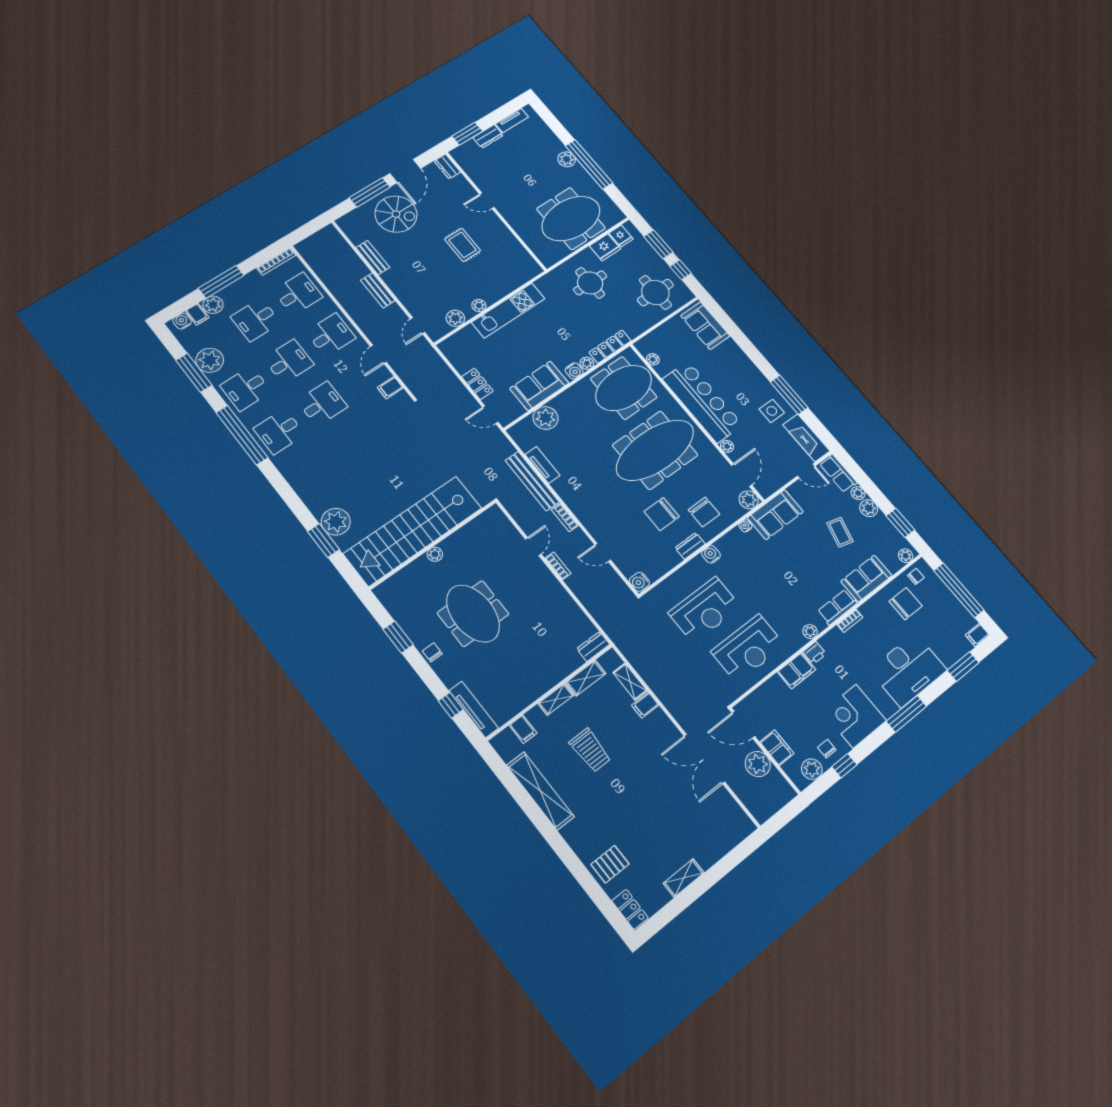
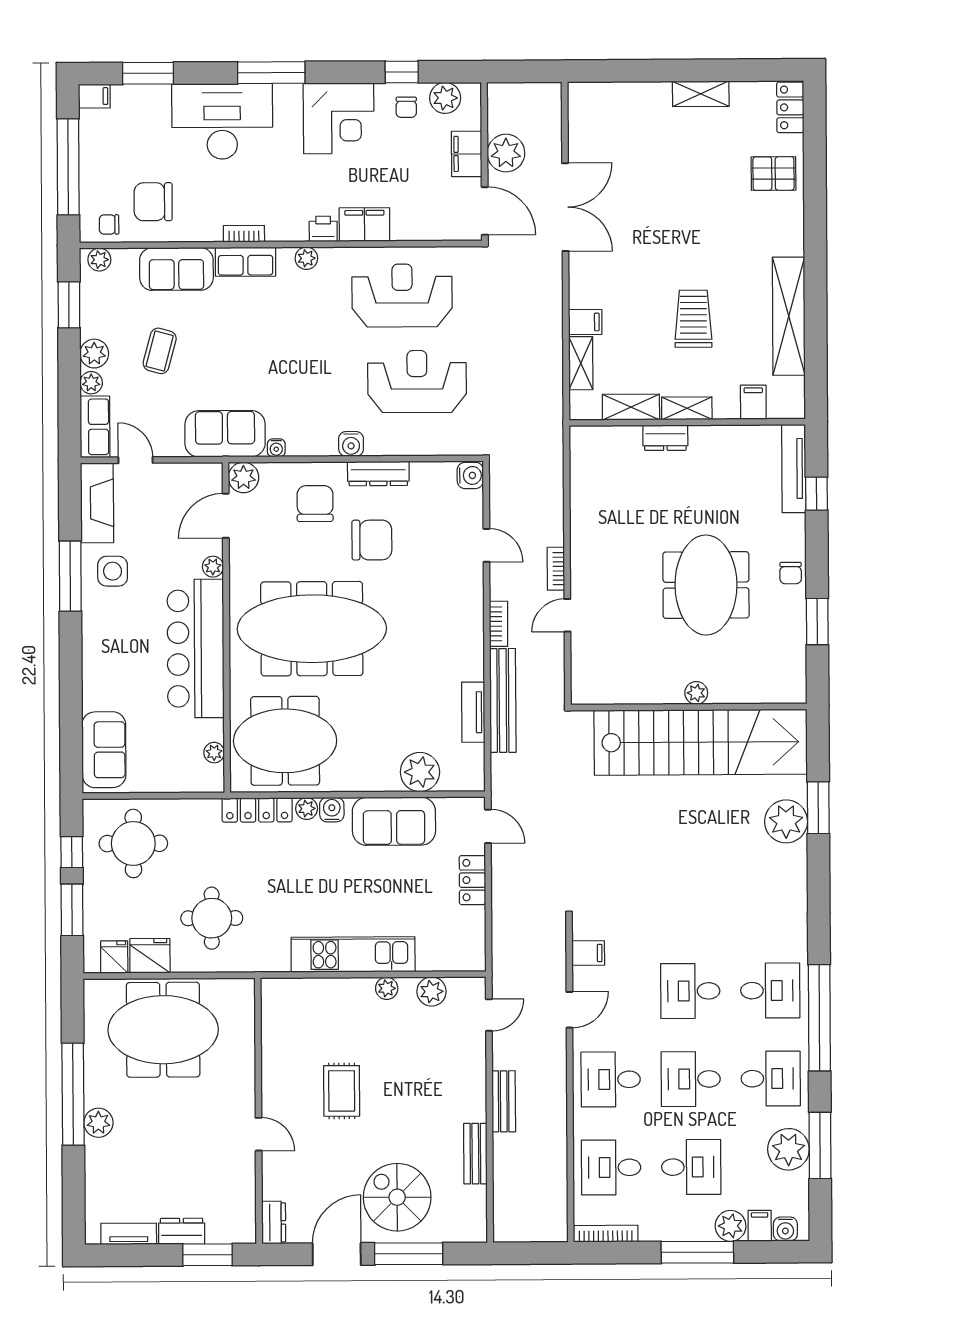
dresser: (690, 546) -> (378, 474), width x1.44
dresser: (593, 647) -> (665, 438), moved

